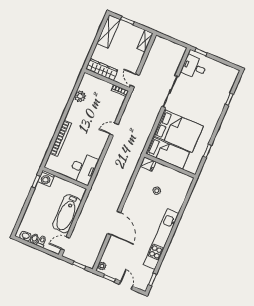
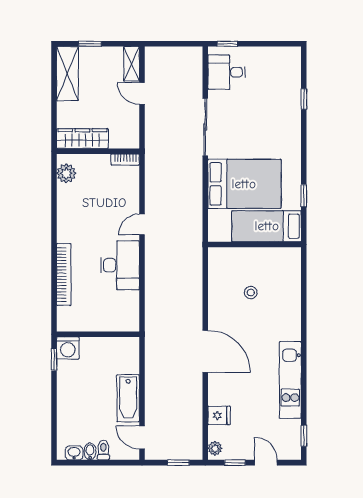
door: (135, 80) -> (142, 93), moved
plant: (80, 96) -> (66, 173), moved
bed: (168, 153) -> (267, 226), moved, turned 180
fridge: (148, 164) -> (219, 415), moved
desk: (83, 169) -> (120, 265), moved
bathtub: (67, 214) -> (128, 398), width x0.73, depth x0.73
door: (114, 223) -> (205, 351), moved
kitchen unit: (161, 239) -> (290, 380), width x0.73
door: (65, 243) -> (142, 437), hinge flipped

